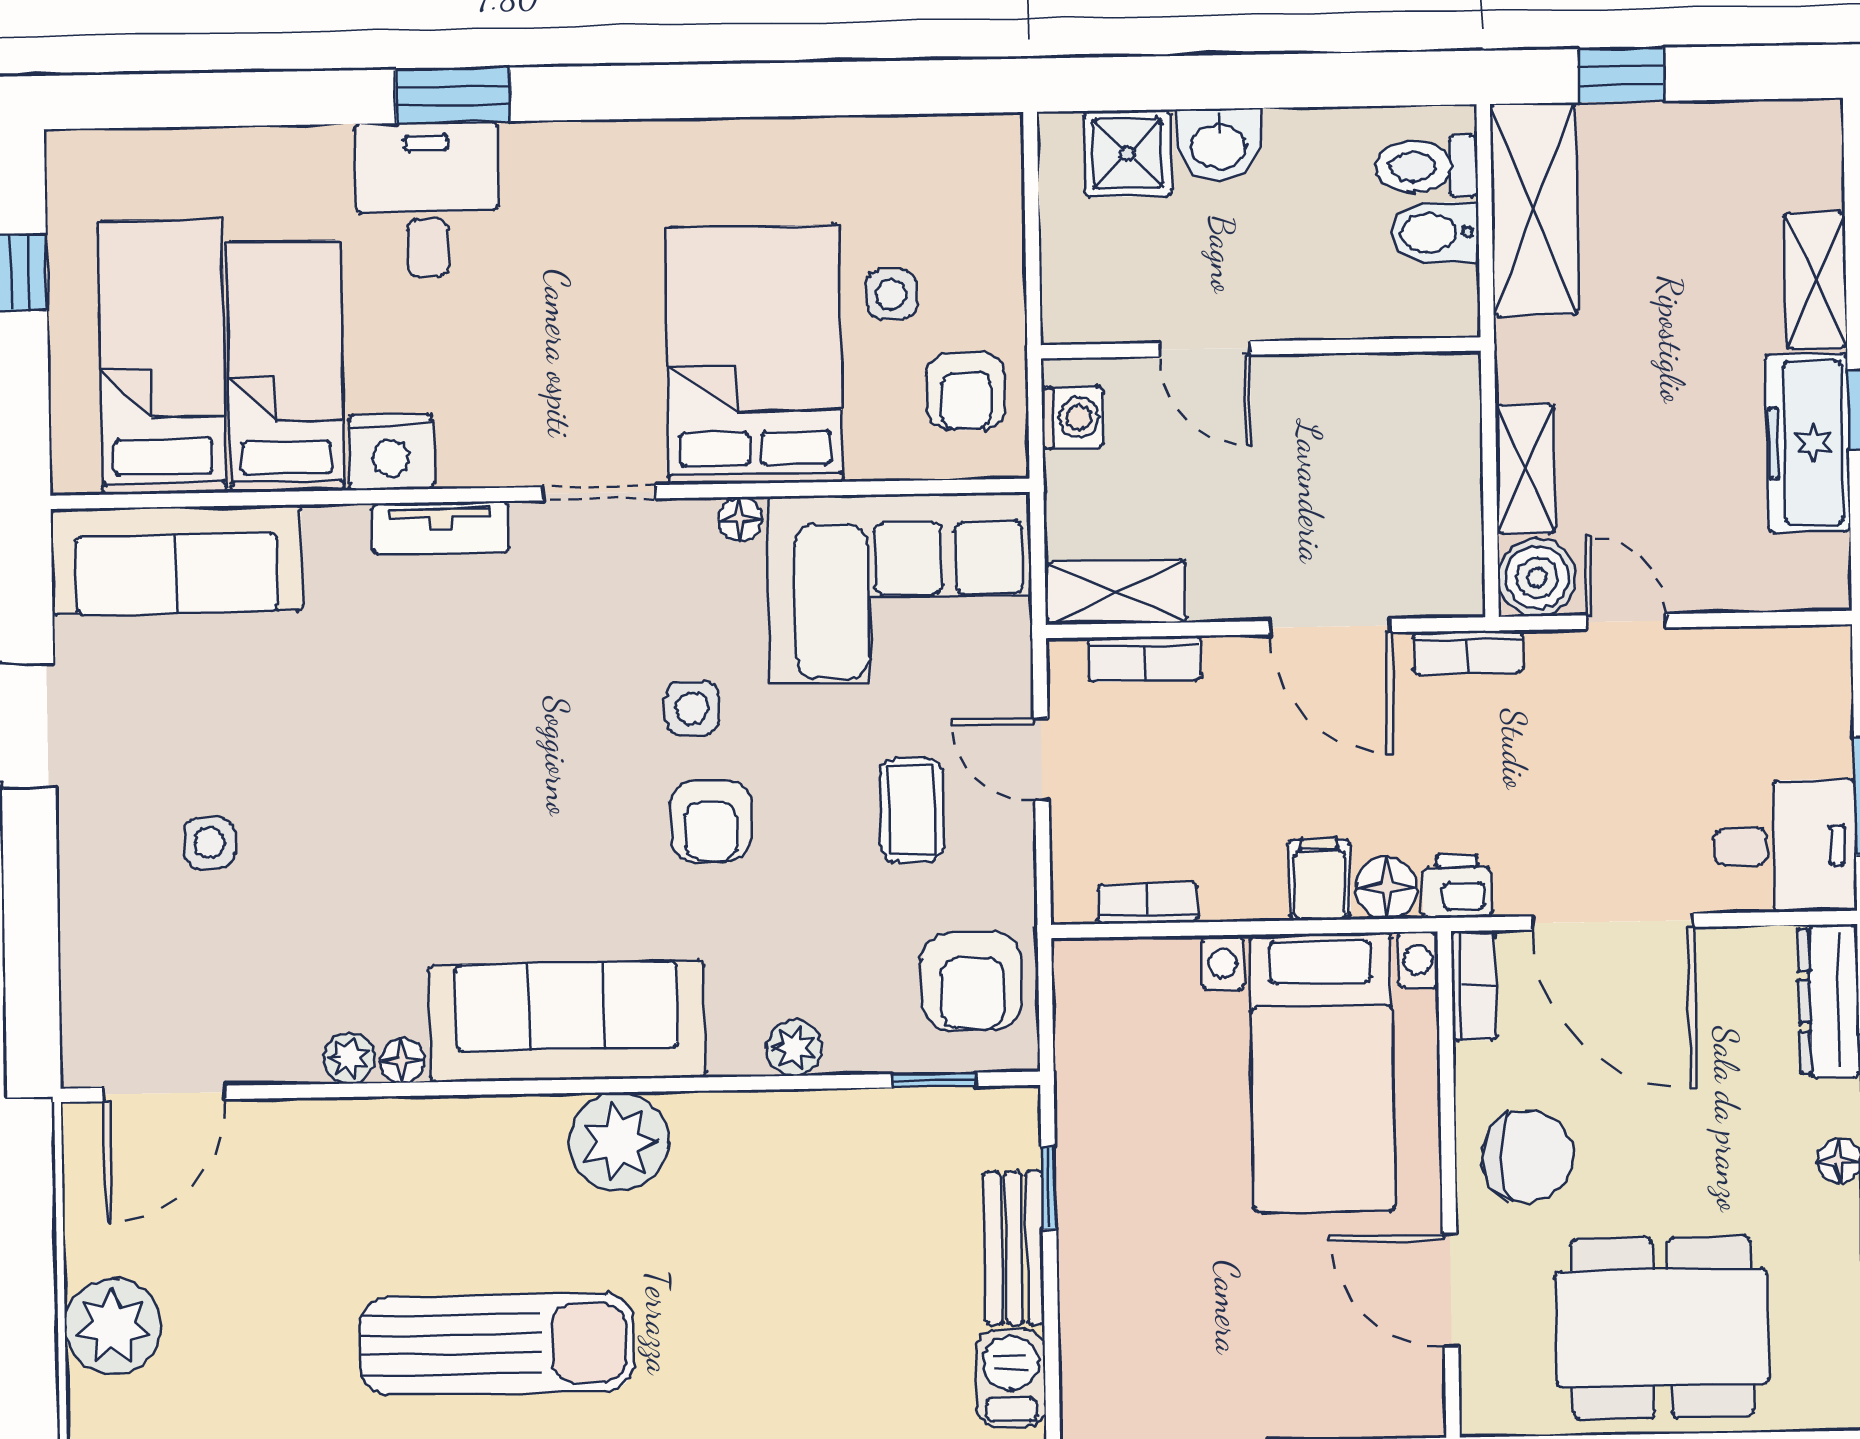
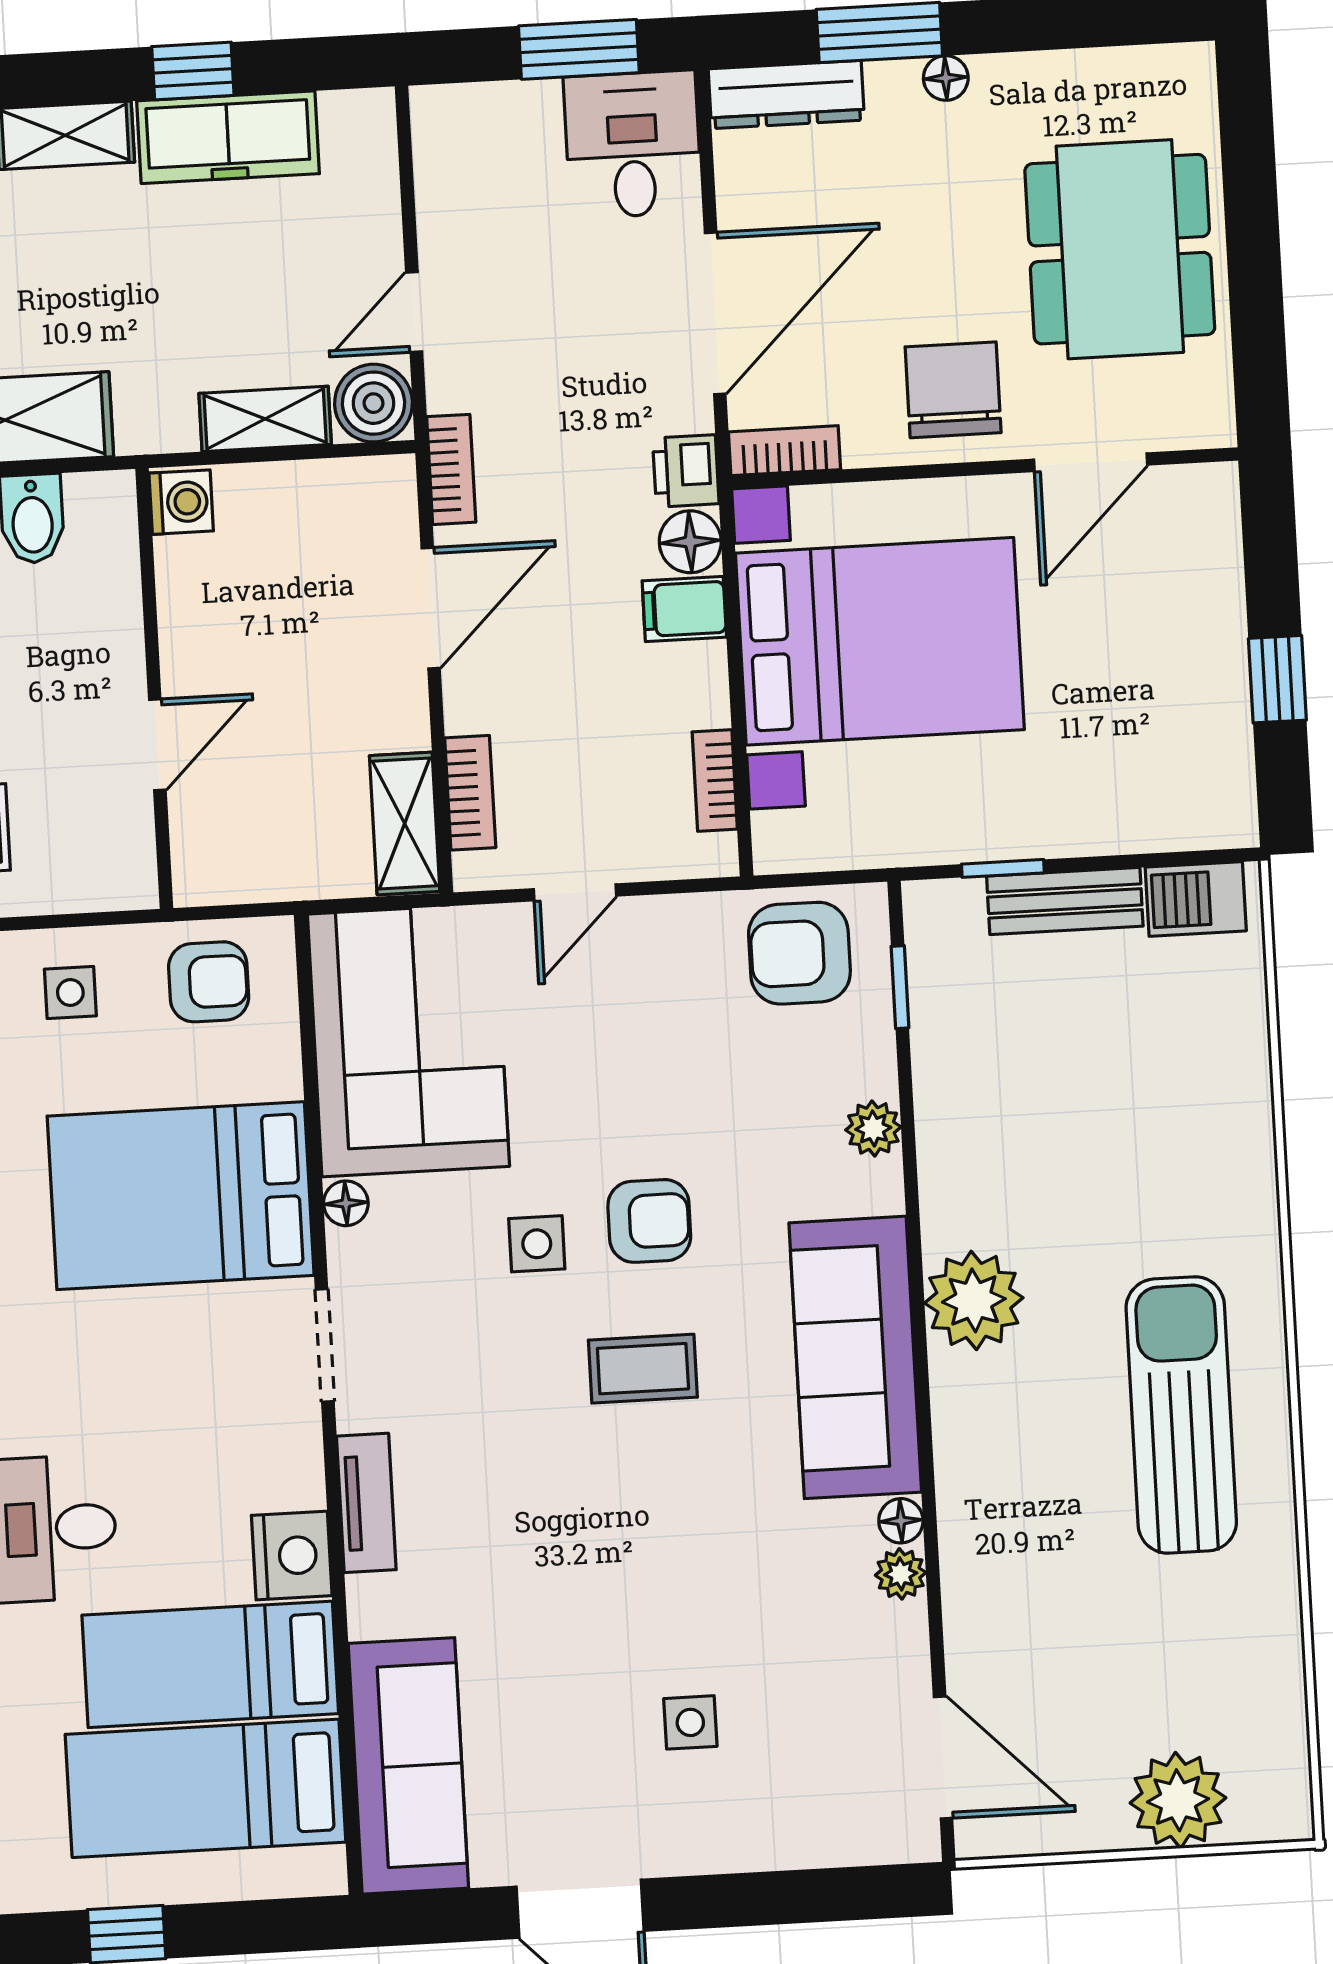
side table: (891, 294) -> (70, 992), moved
washing machine: (1073, 418) -> (181, 502), moved, turned 90
coffee table: (912, 810) -> (643, 1369), moved
armchair: (972, 981) -> (799, 953), turned 180
bed with nightstands: (1322, 1073) -> (880, 641), width x1.36

